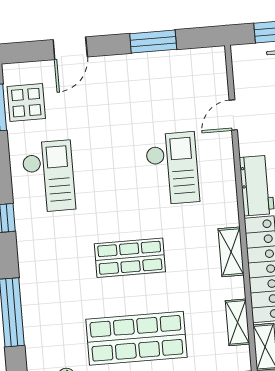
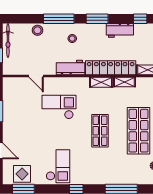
checkout: (49, 176) -> (58, 166), turned 90
shelving: (238, 322) -> (124, 82), moved

